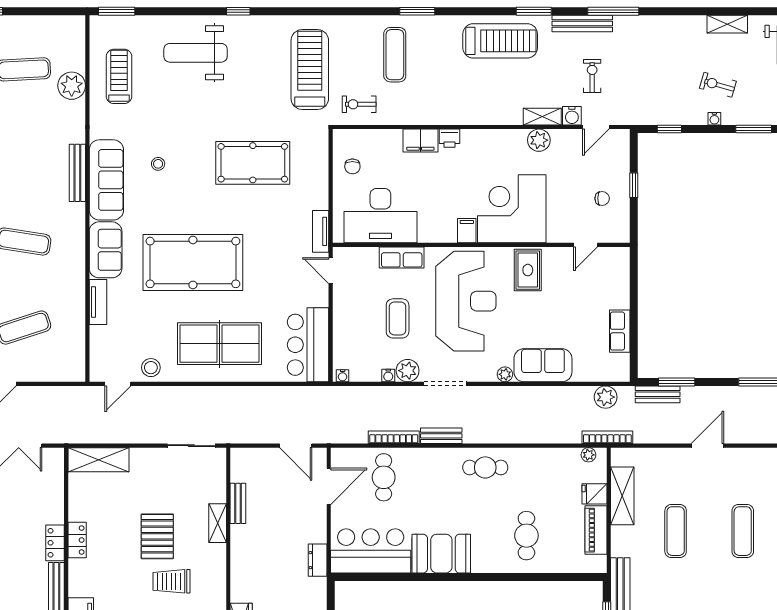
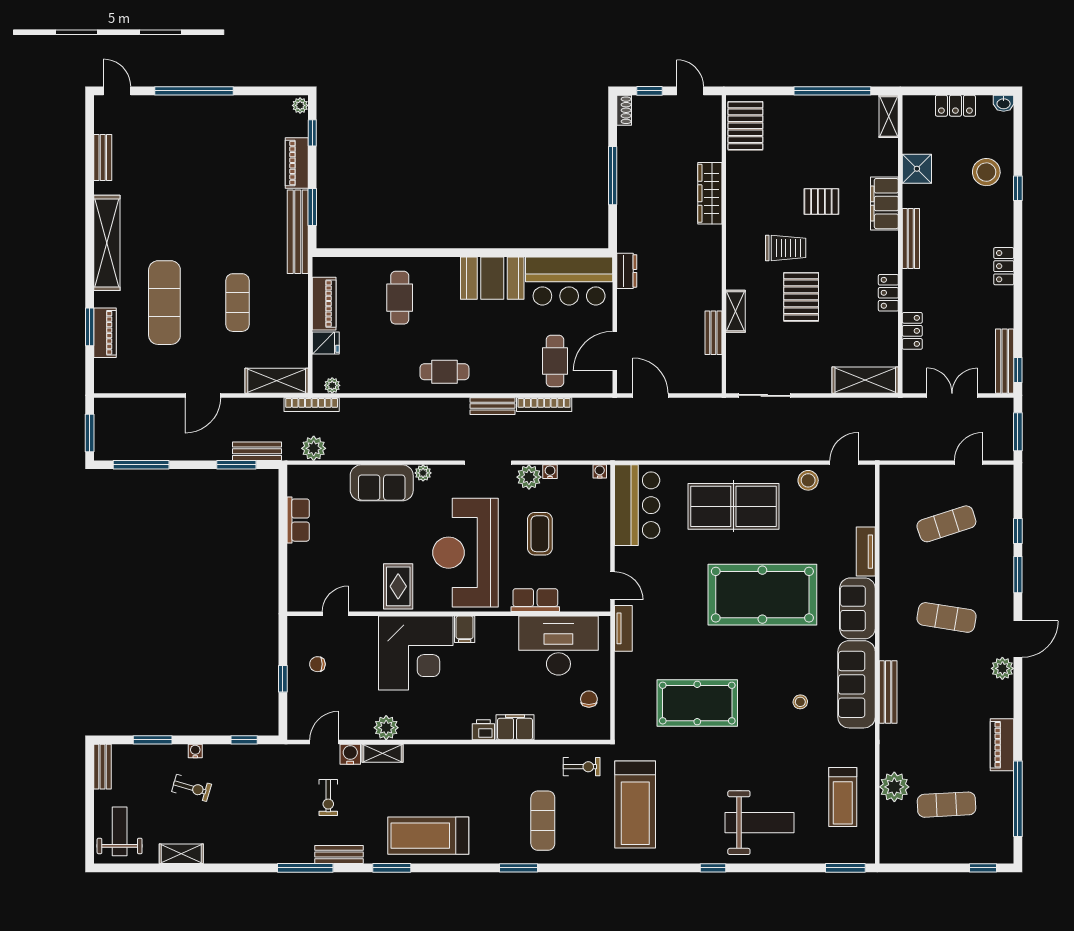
bench: (582, 23) -> (339, 855), width x0.73
shelving: (622, 496) -> (277, 381), moved, turned 90
exercise mat: (743, 531) -> (164, 303), width x1.36, depth x1.45
locker: (55, 543) -> (912, 331), moved

